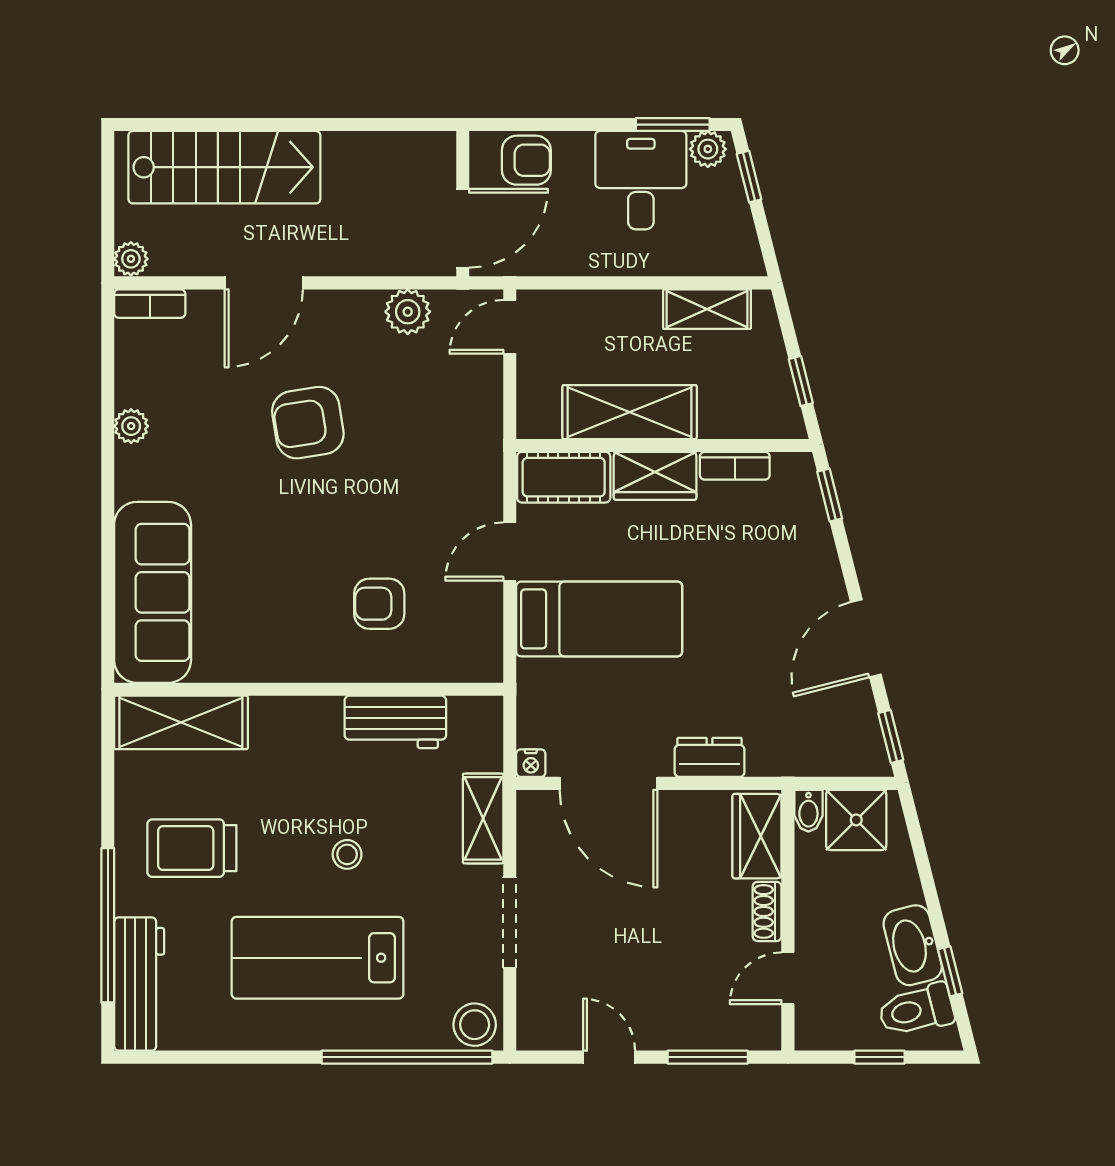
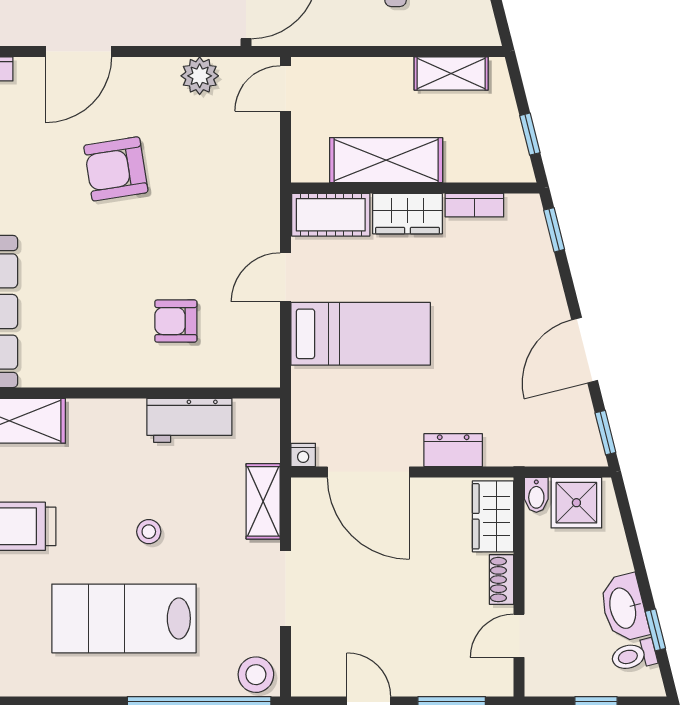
toilet: (916, 1010) -> (634, 655), width x0.73, depth x0.72

